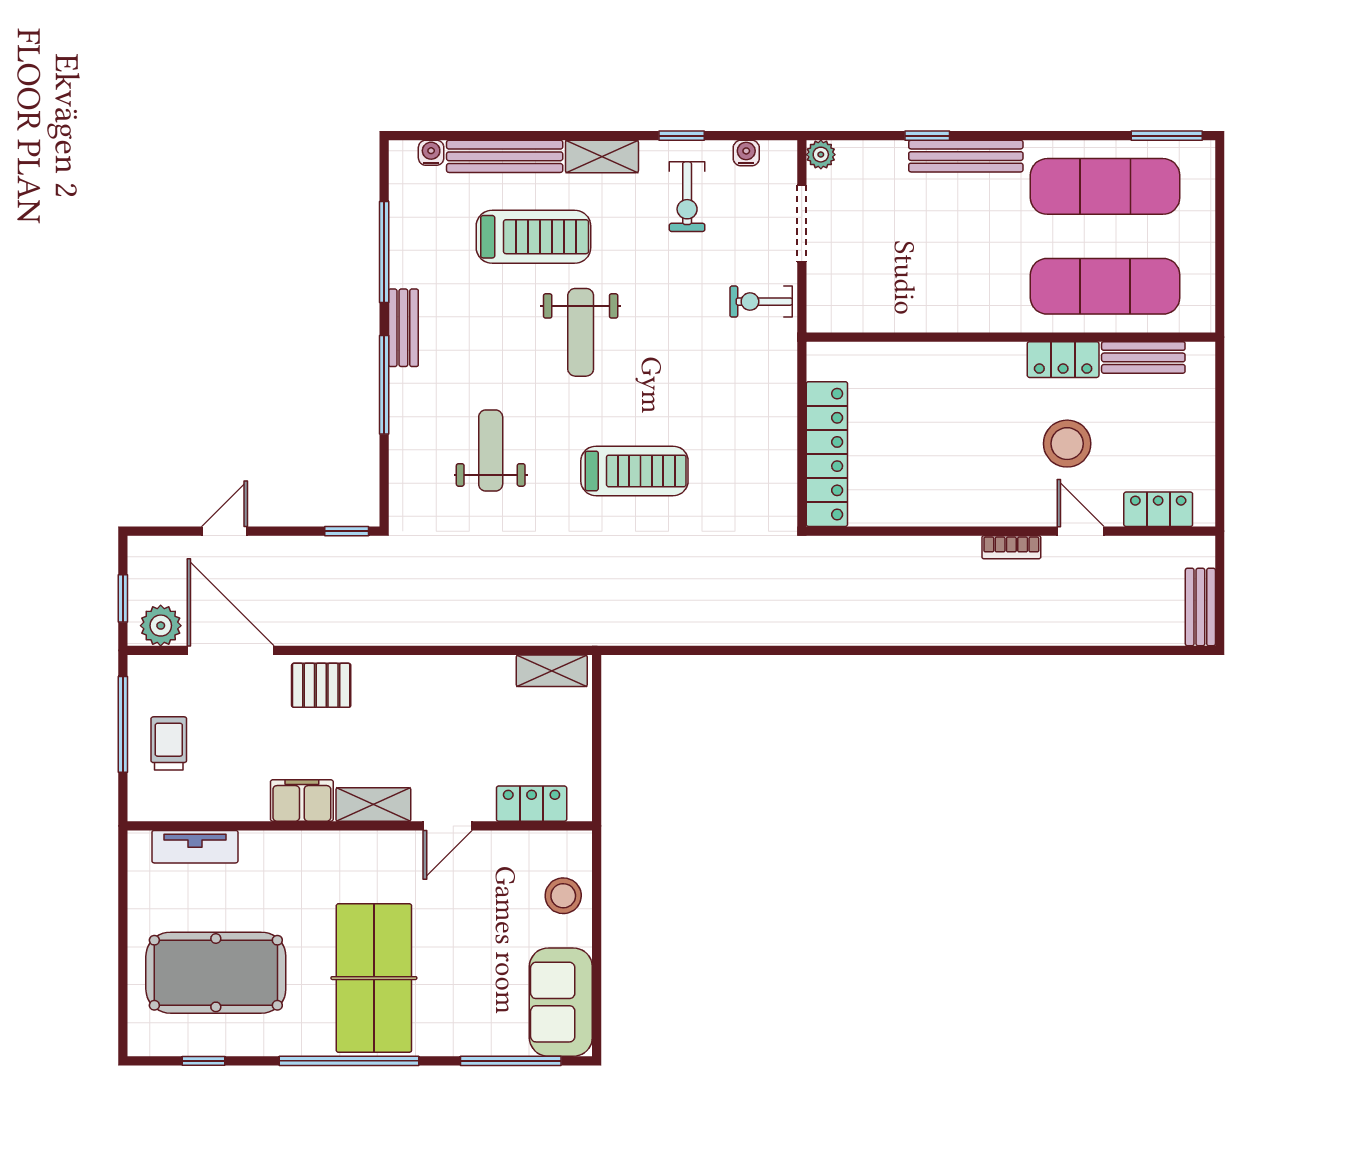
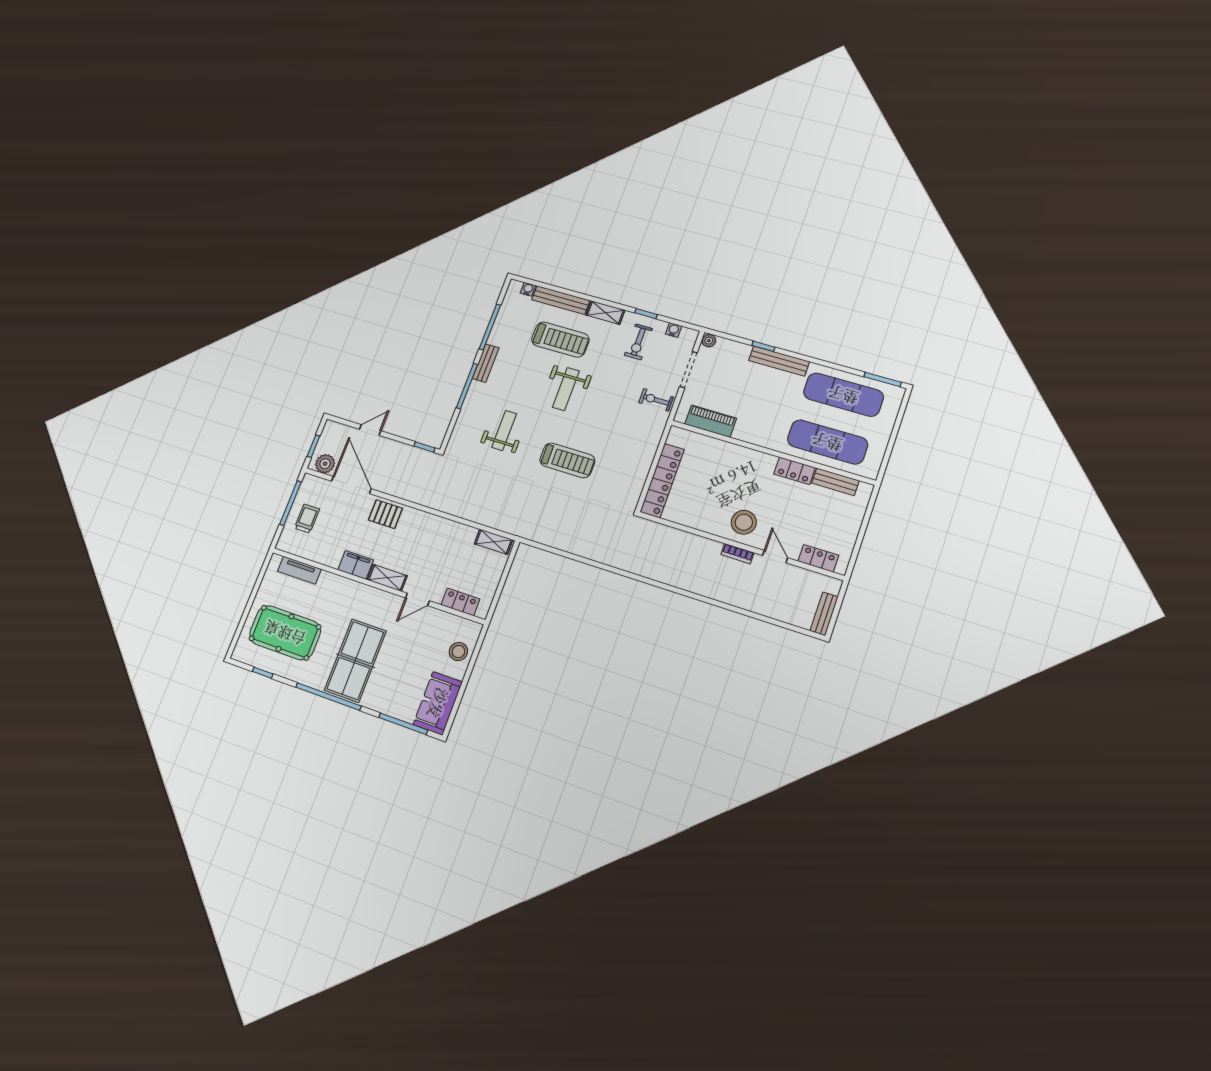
piano: (878, 312) -> (711, 421), added
stool: (1067, 444) -> (744, 522), moved

